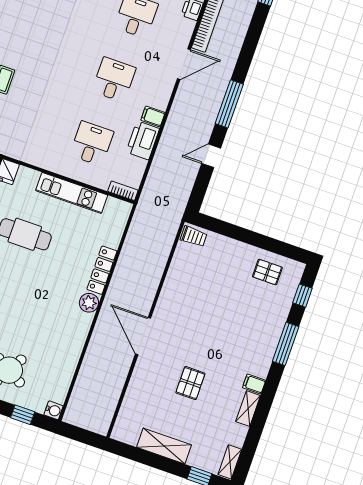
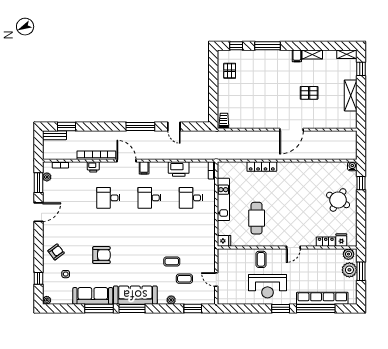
filing cabinet: (153, 116) -> (144, 168), moved
plant: (89, 303) -> (283, 167), removed

